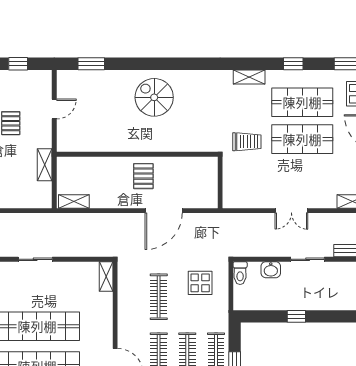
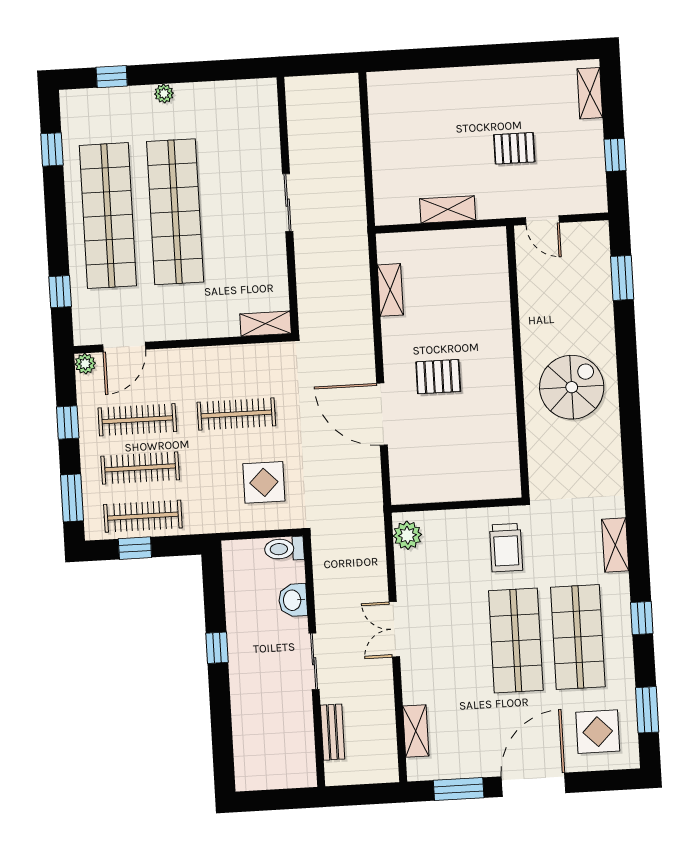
wall: (137, 154) -> (518, 362), moved
plant: (236, 200) -> (407, 535), added
shelving: (74, 201) -> (390, 290), moved

